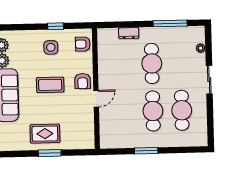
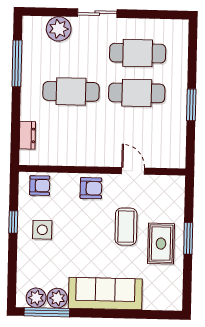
dresser: (129, 33) -> (27, 135), moved
armchair: (83, 44) -> (40, 186), turned -90
plant: (201, 48) -> (59, 29), width x1.88, depth x1.88
coffee table: (50, 85) -> (126, 227), moved
door: (96, 99) -> (133, 171), moved

